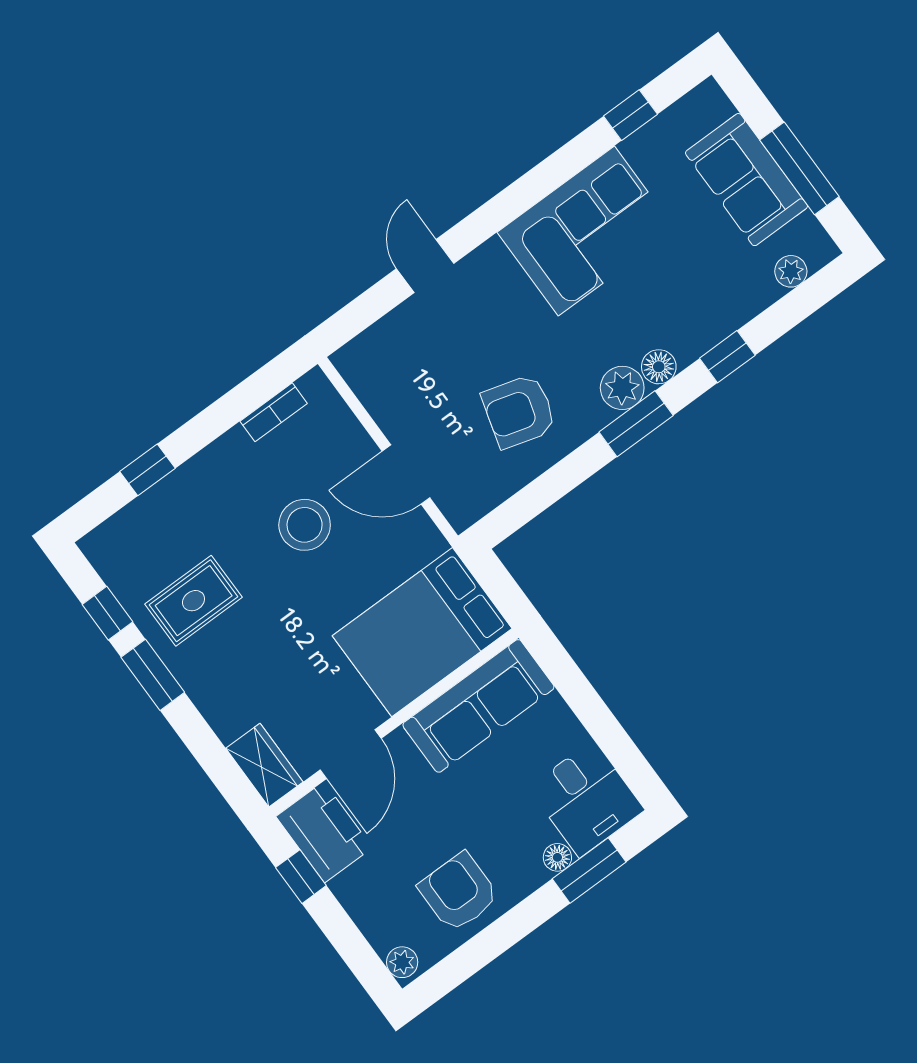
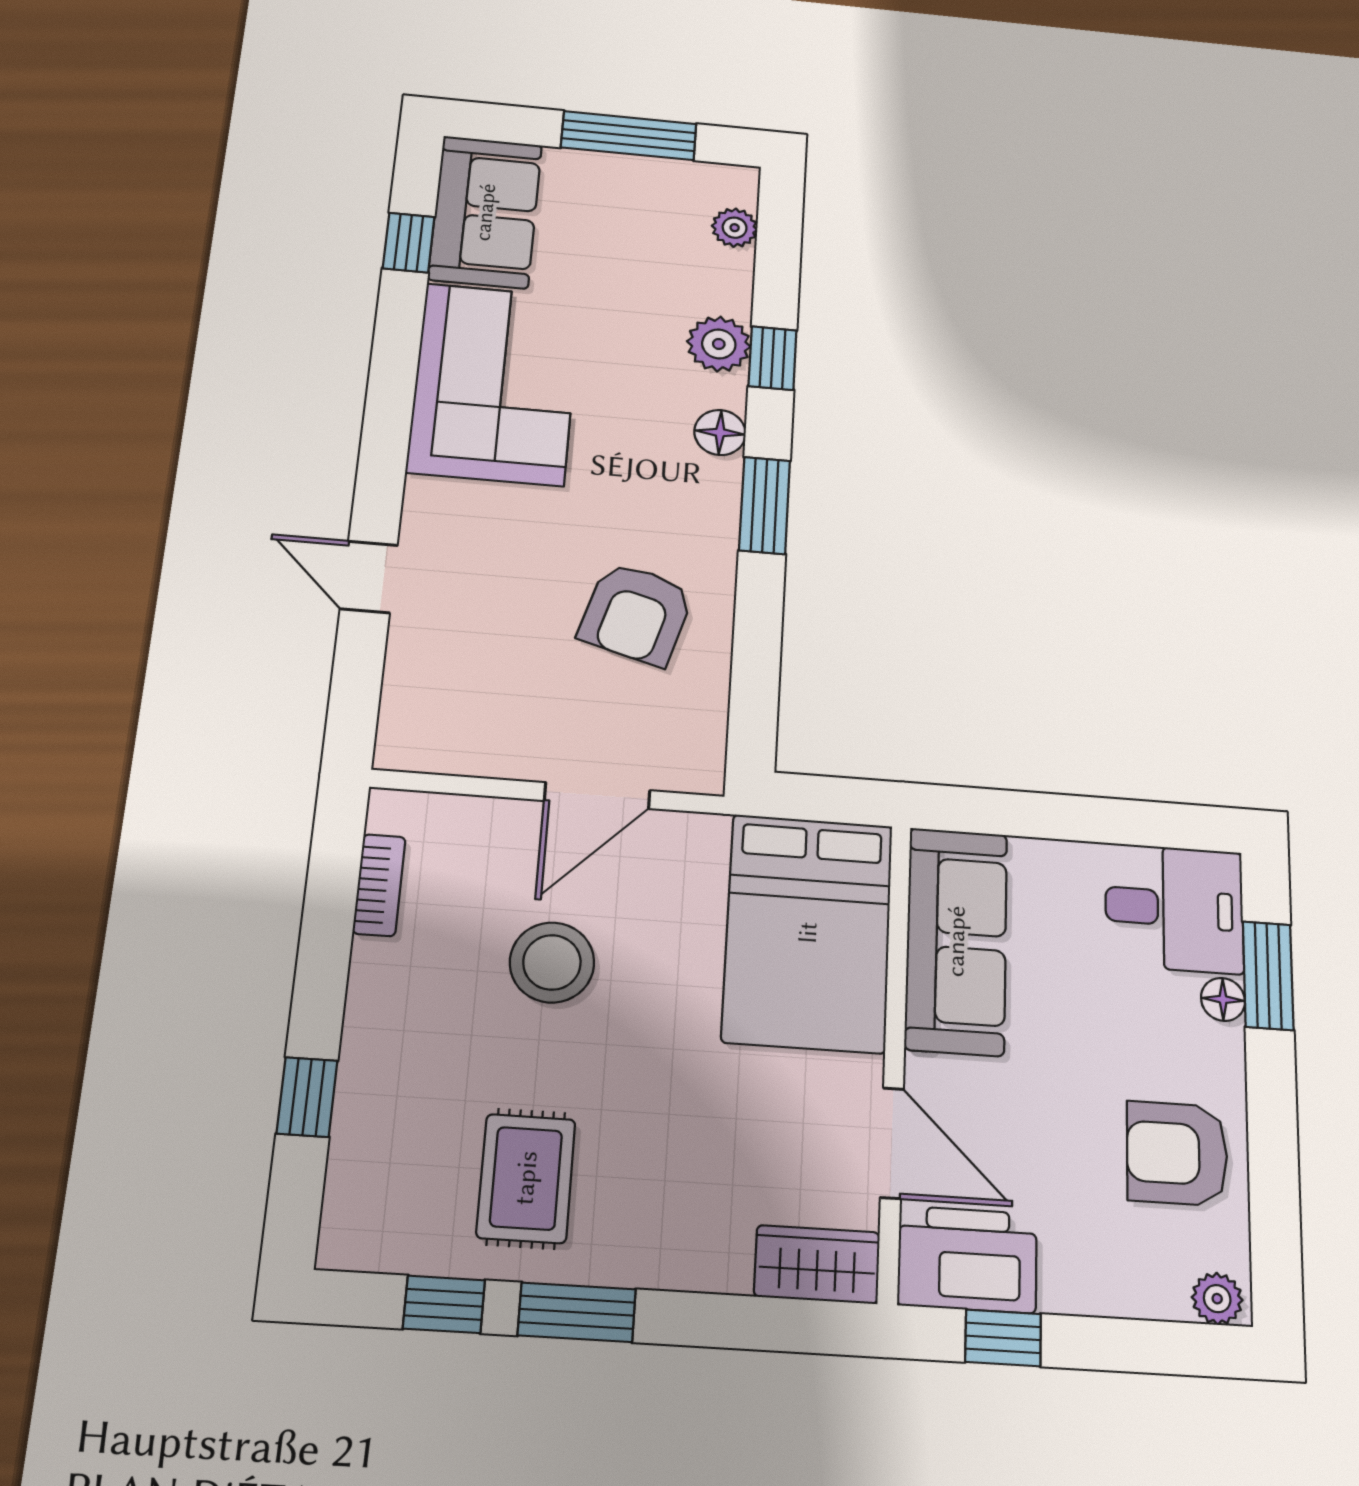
sofa: (746, 180) -> (485, 212), moved, turned -90
plant: (622, 388) -> (719, 344), moved

